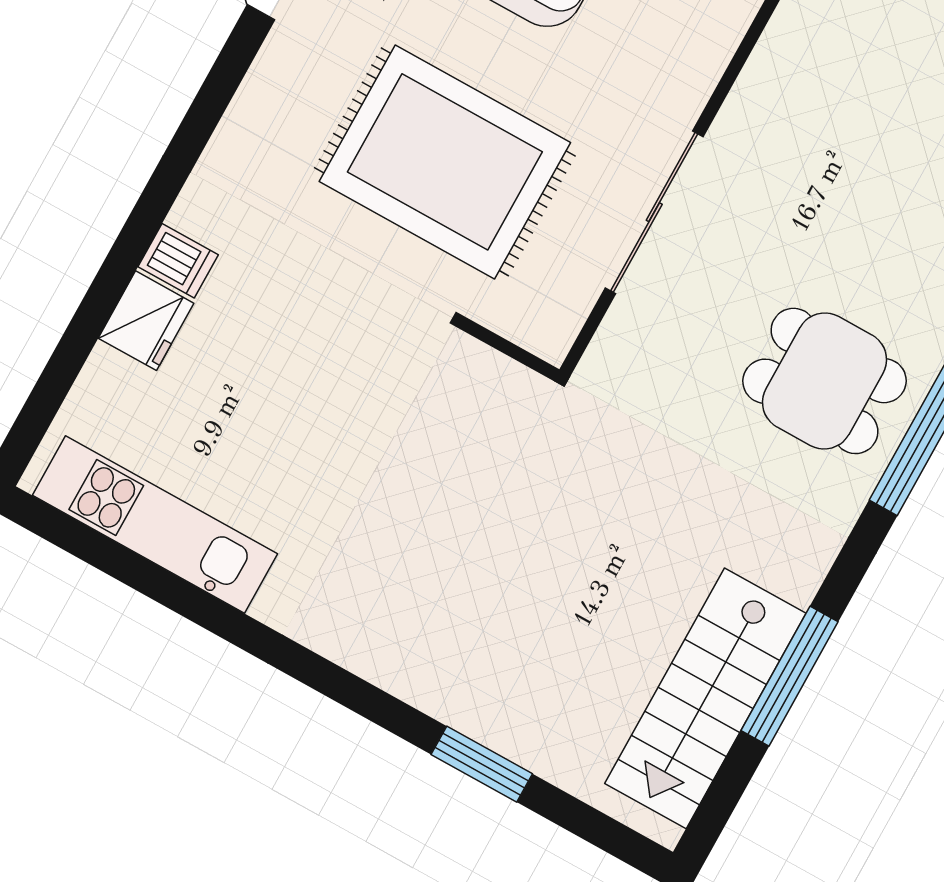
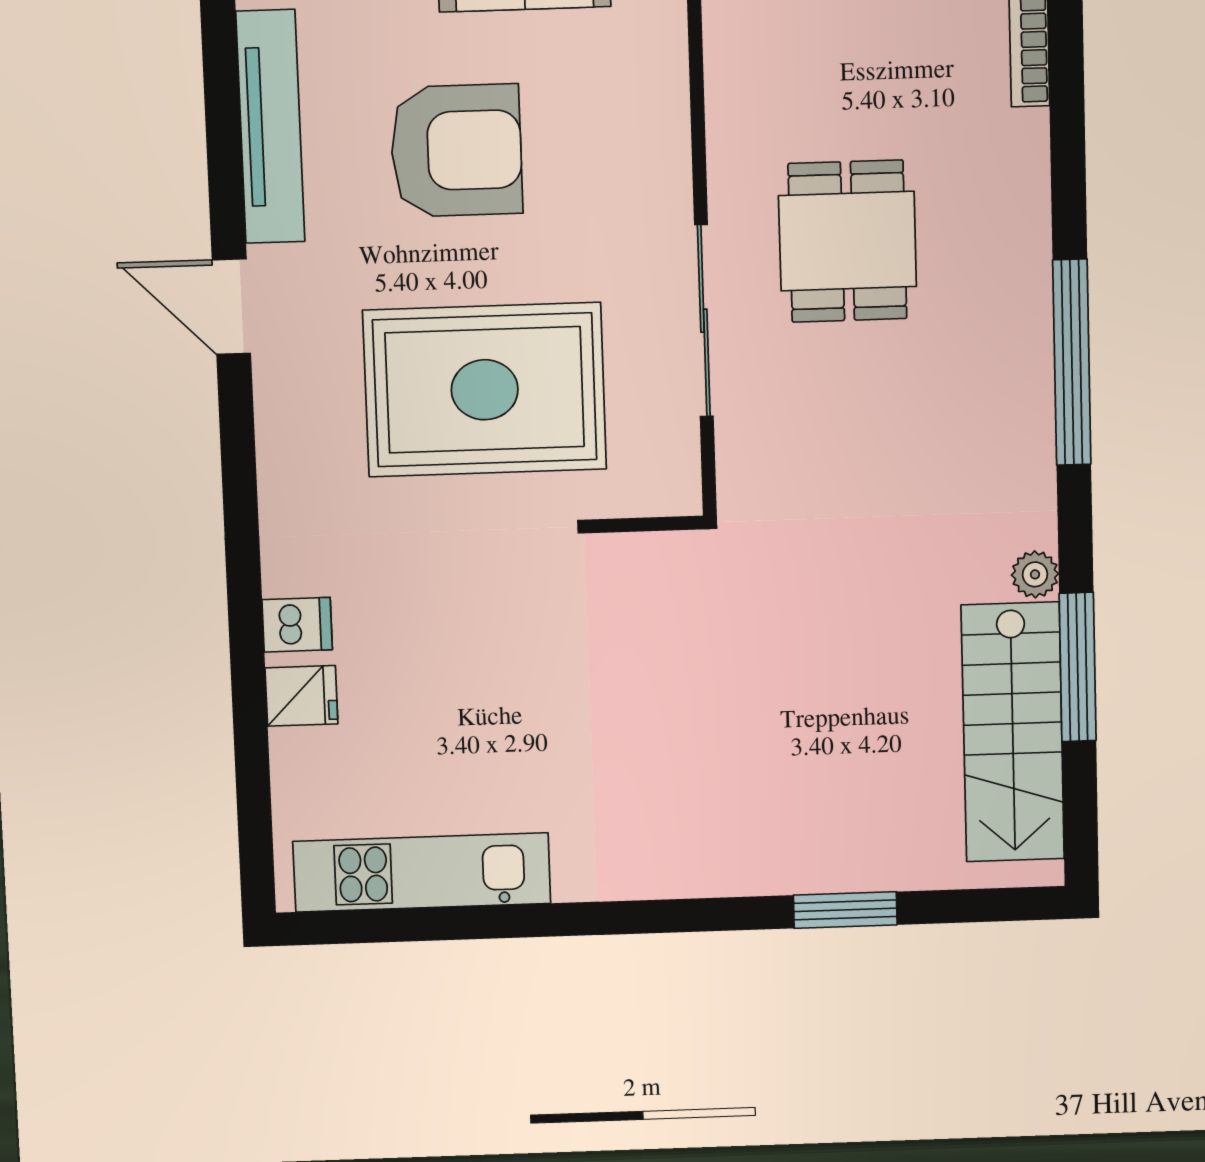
fridge: (146, 321) -> (301, 696), width x0.72
dining table: (825, 381) -> (847, 241), moved, turned 90
plant: (799, 579) -> (1035, 574), added

